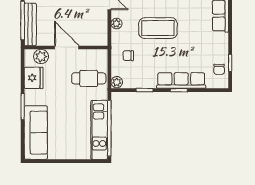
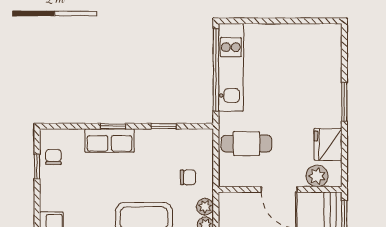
row of seats: (181, 80) -> (110, 140), width x0.68
plant: (117, 82) -> (205, 207), moved
sofa: (36, 133) -> (325, 63), removed

